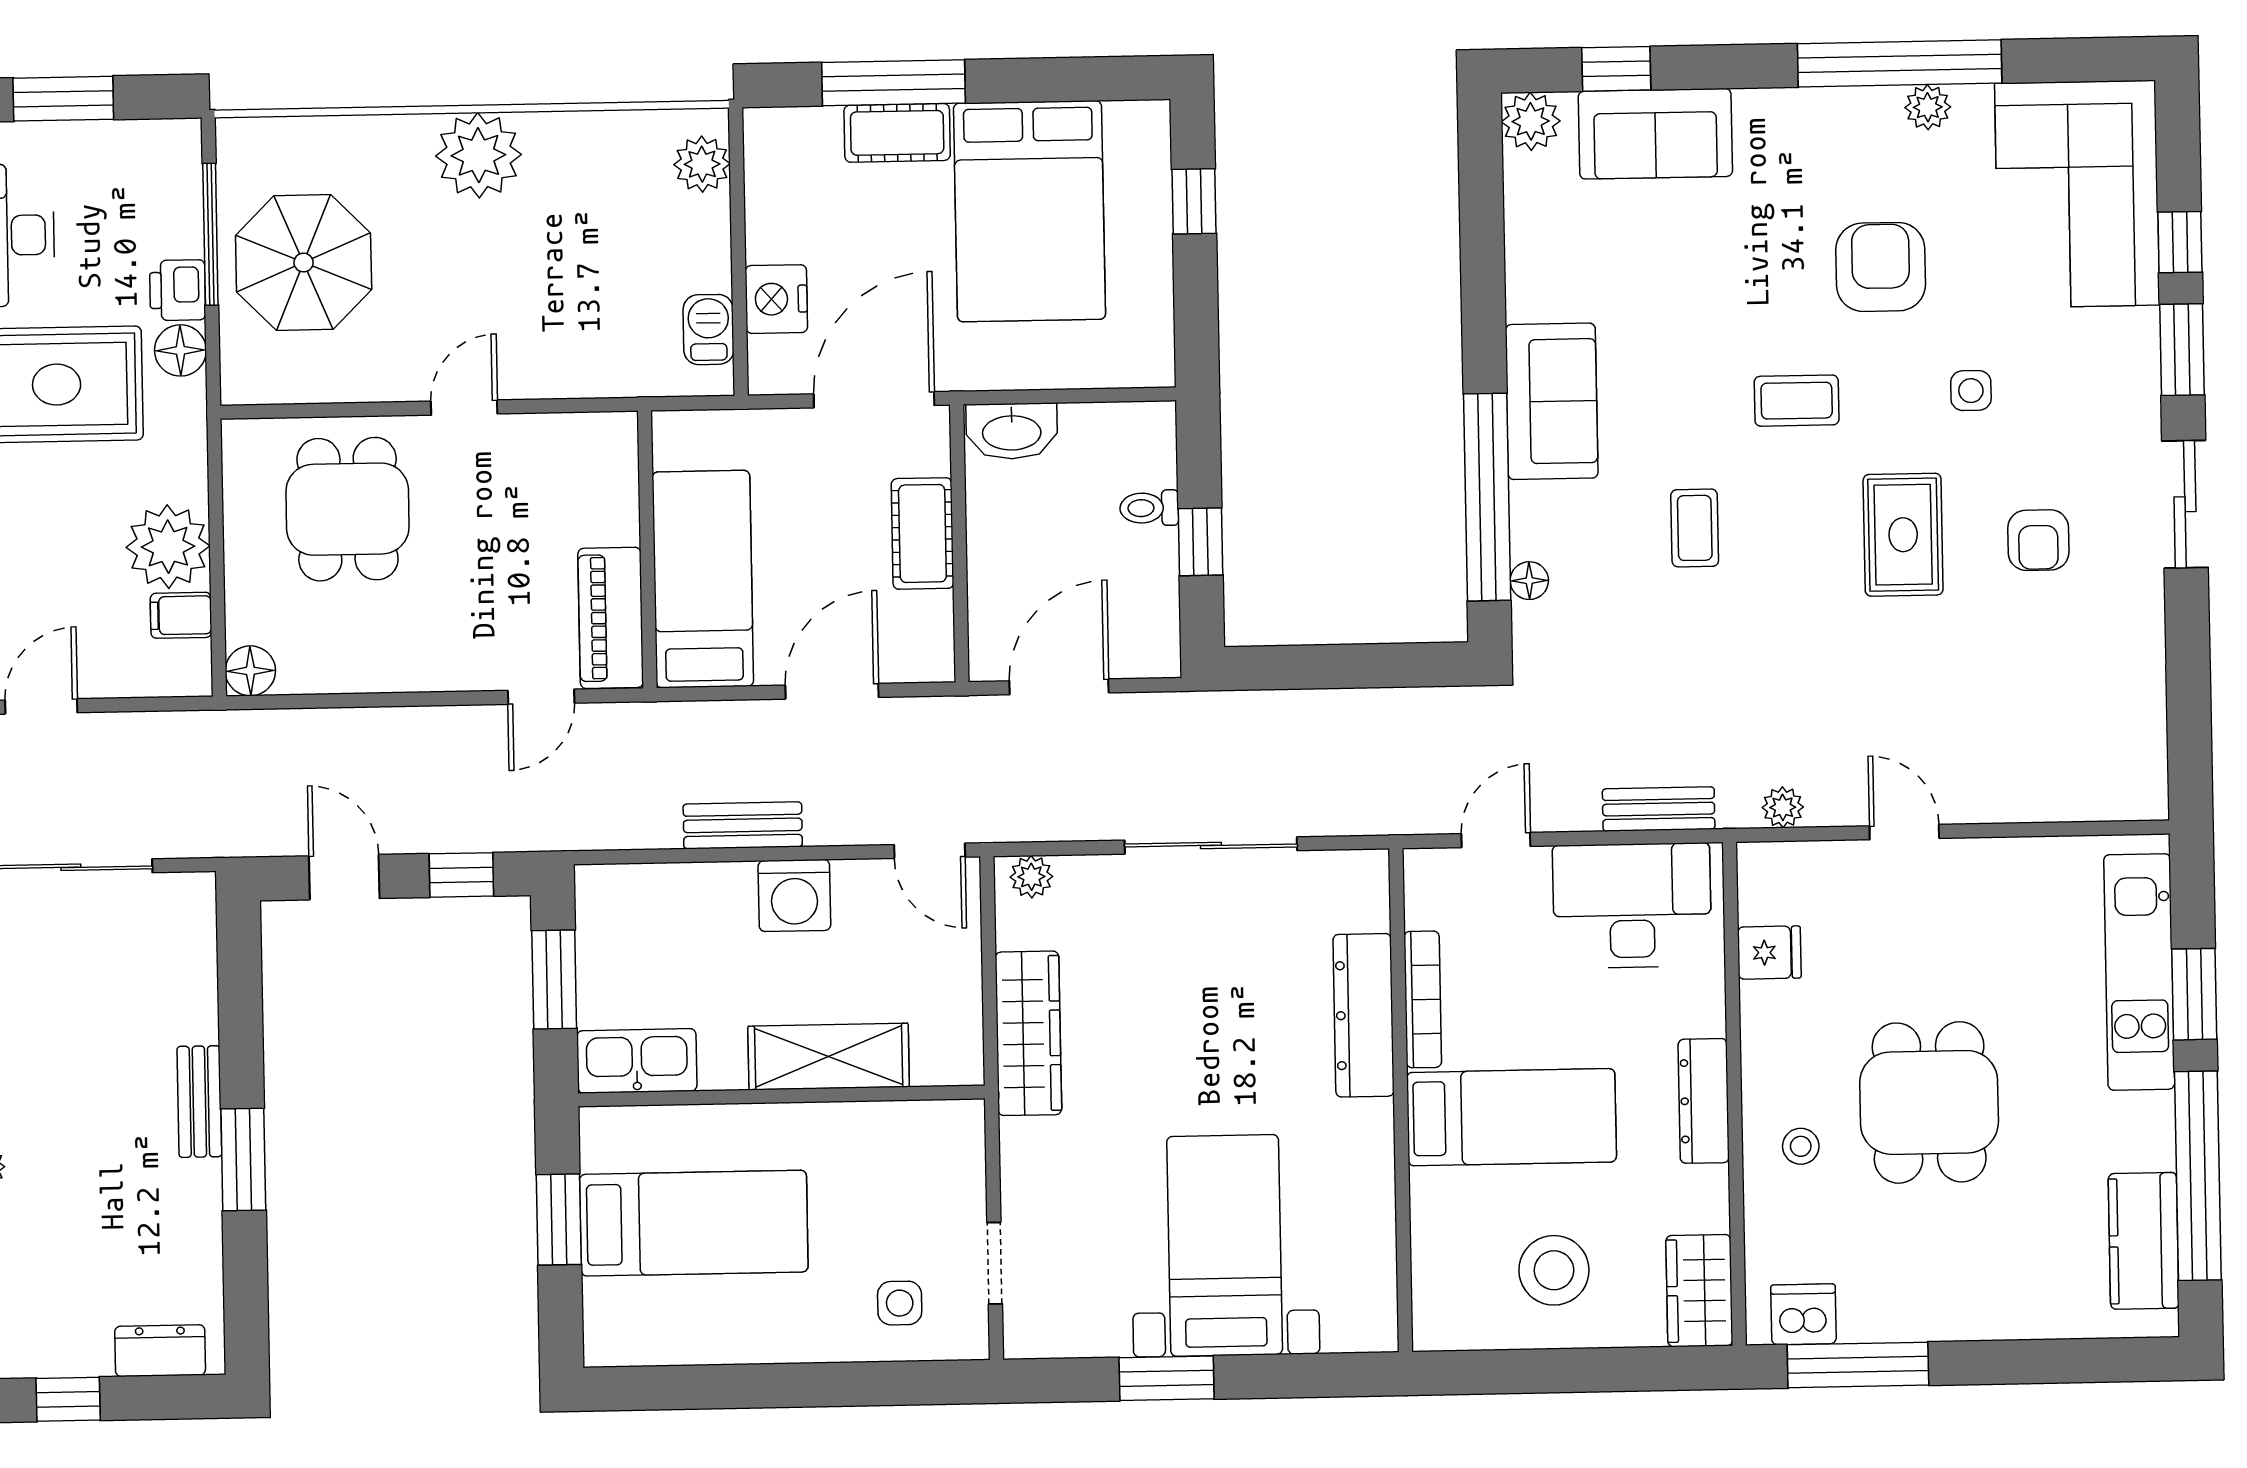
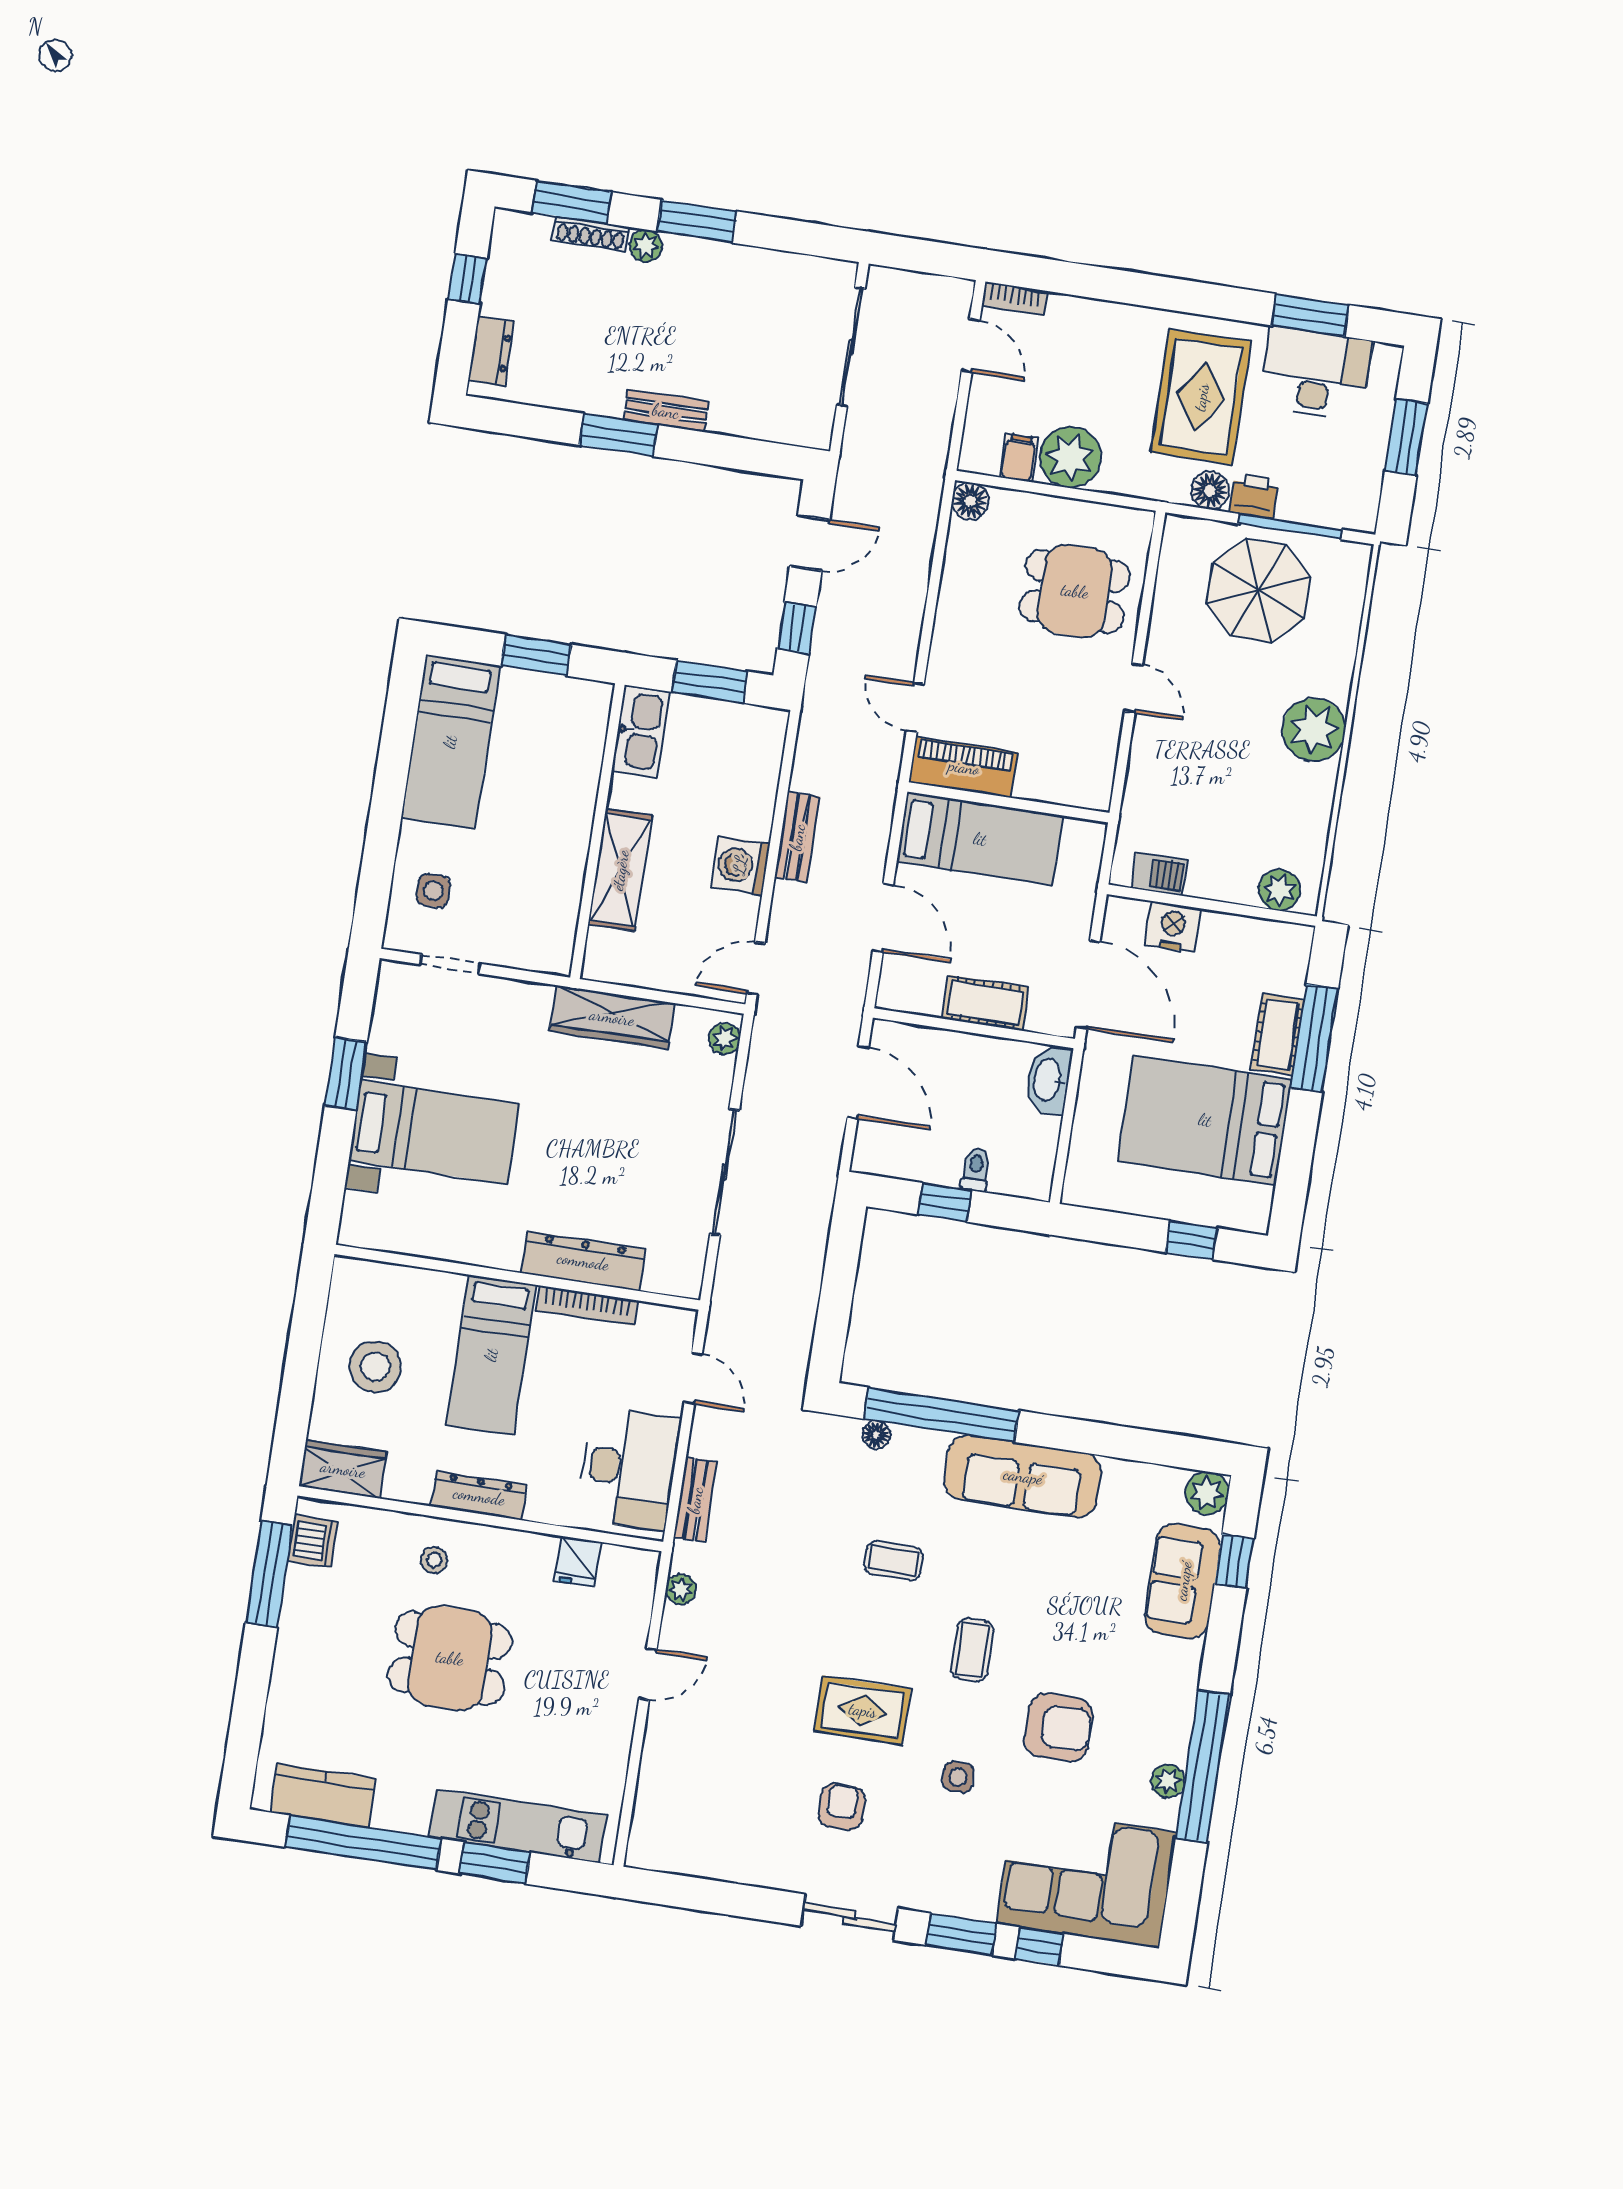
sofa: (1552, 401) -> (1023, 1476), width x1.36
armchair: (2038, 540) -> (842, 1807), turned 90
bed: (694, 1223) -> (450, 742), moved

